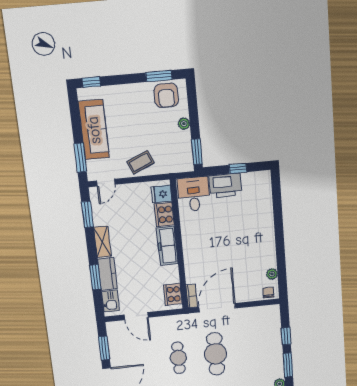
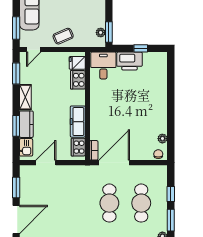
plant: (184, 124) -> (101, 33), moved
freezer: (167, 246) -> (78, 122), moved
door: (136, 316) -> (46, 163), swing flipped
cafe table: (178, 358) -> (141, 203), moved, width x1.37, depth x1.35

